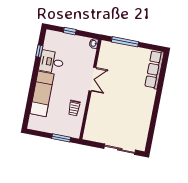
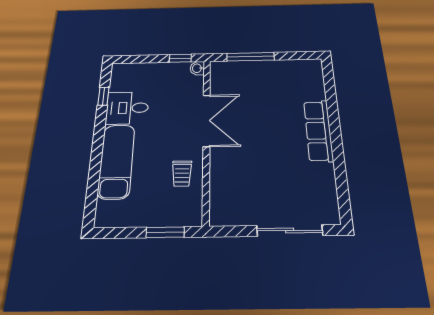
window: (70, 31) -> (180, 58), moved
row of seats: (154, 70) -> (318, 131), moved
double door: (92, 79) -> (207, 120), width x1.37

